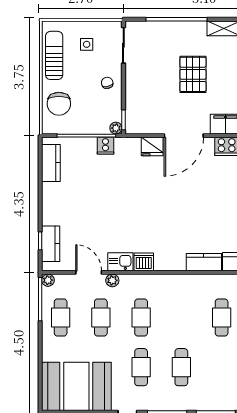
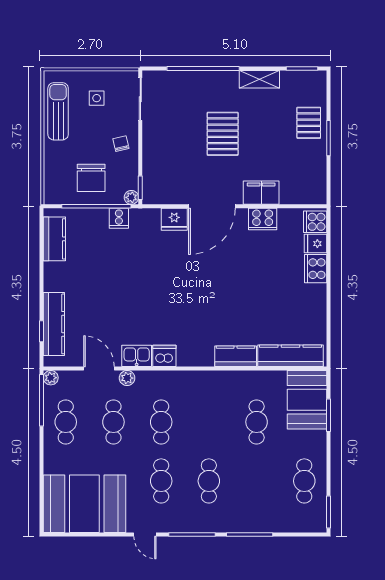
chair: (59, 104) -> (91, 178), moved
kitchen counter: (51, 244) -> (54, 324), width x1.50

